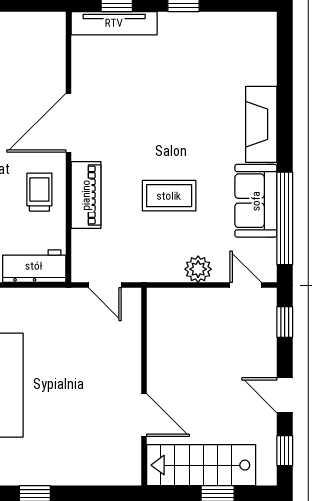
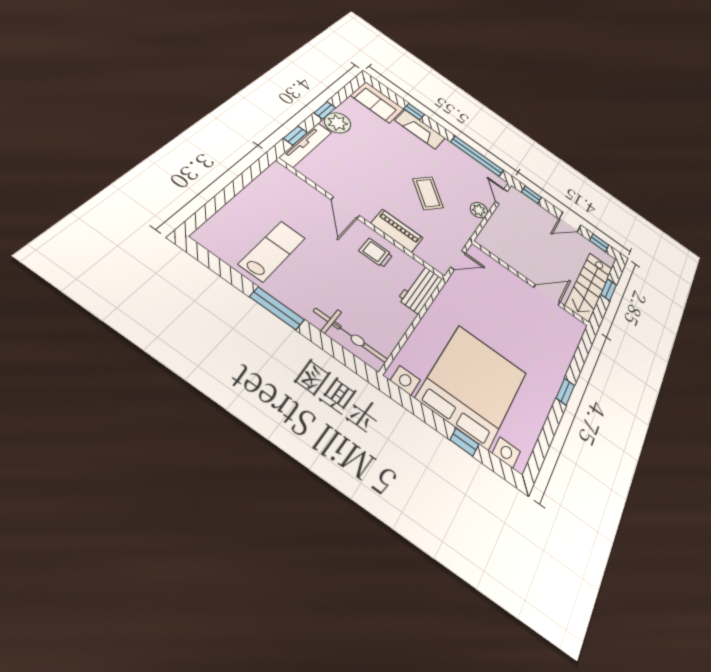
plant: (178, 30) -> (338, 123), added
window: (285, 99) -> (414, 112), added
door: (68, 123) -> (345, 208), width x0.73
coffee table: (169, 196) -> (428, 193), turned -50
sofa: (256, 201) -> (377, 102), moved
door: (246, 285) -> (501, 196), hinge flipped

